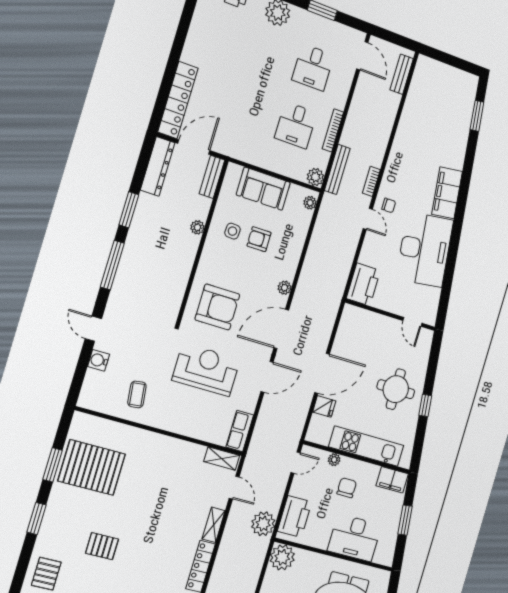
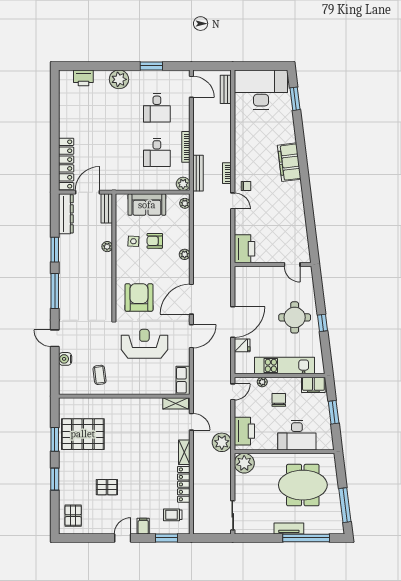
desk: (425, 249) -> (261, 89), moved, turned -83
plant: (284, 288) -> (185, 254), moved
armchair: (217, 307) -> (139, 297), turned -90

